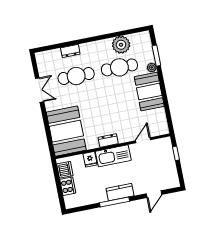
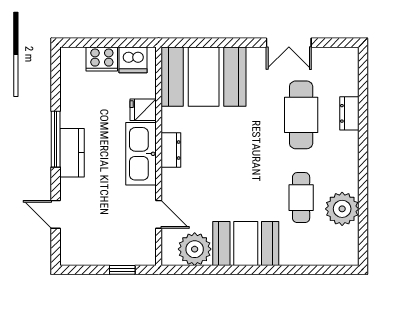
window: (156, 56) -> (309, 270), removed
cafe table: (119, 67) -> (301, 198), width x0.73, depth x0.74
plant: (152, 67) -> (195, 249), moved, width x1.88, depth x1.88

